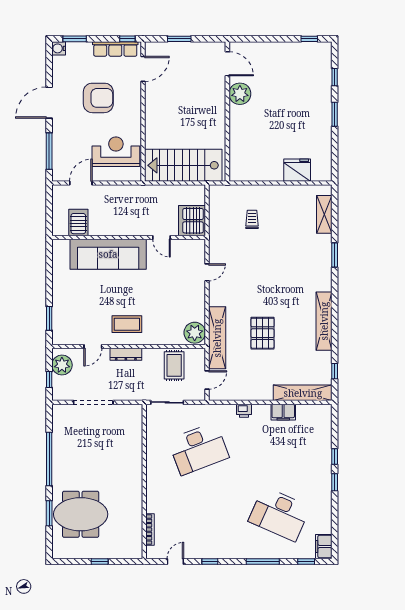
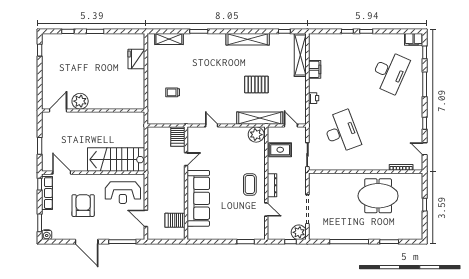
reception desk: (116, 152) -> (123, 193), turned -90
stairs: (183, 165) -> (116, 160), moved, turned 90
server rack: (192, 221) -> (178, 137), width x0.62
plant: (62, 365) -> (299, 232), moved
meeting table: (81, 514) -> (378, 196), moved, turned 90

